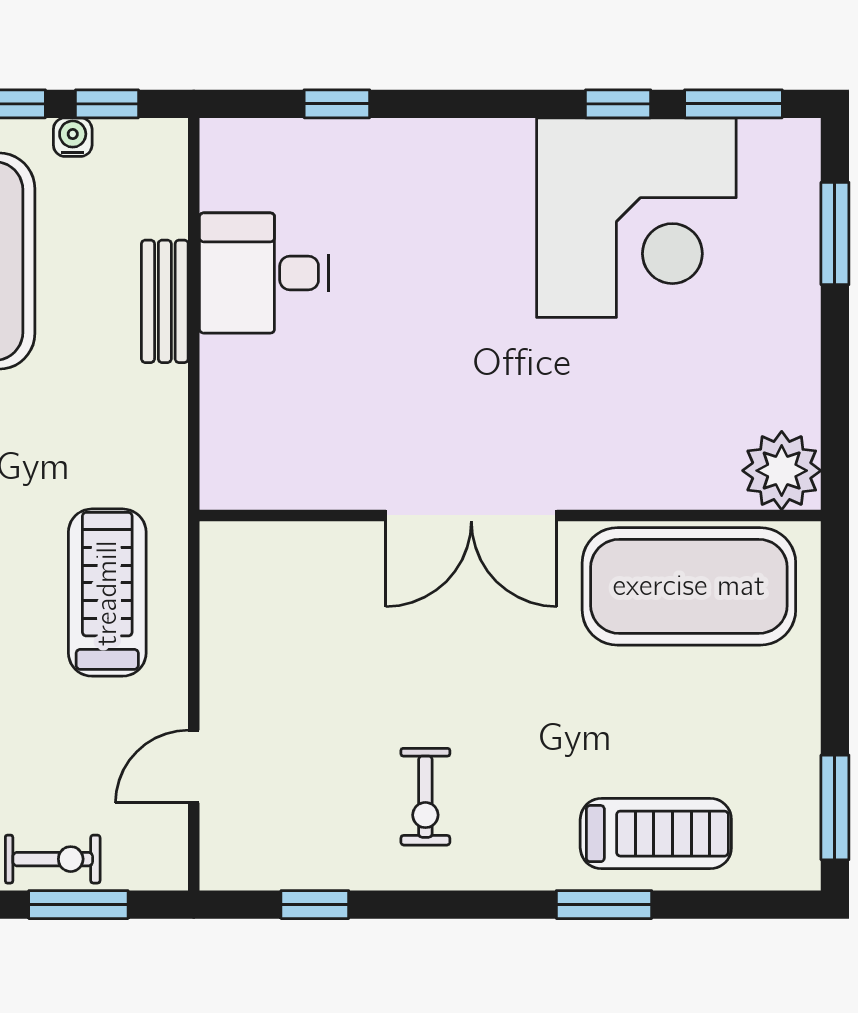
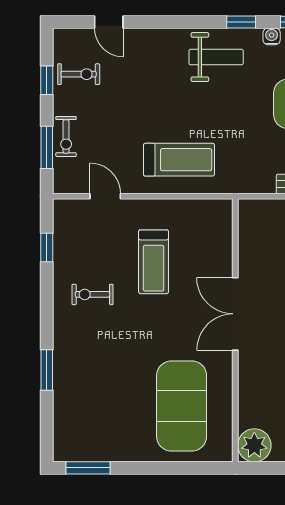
plant: (782, 471) -> (254, 445), moved
double door: (471, 515) -> (235, 314), moved
wall: (510, 515) -> (235, 330), moved
treadmill: (656, 834) -> (154, 262), moved

